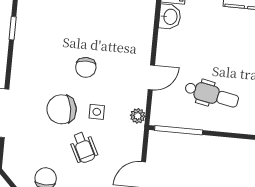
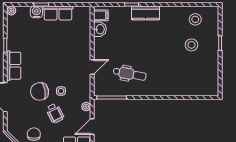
row of seats: (23, 63) -> (14, 66), added
chair: (86, 67) -> (52, 65), removed
plant: (138, 116) -> (86, 107), moved

